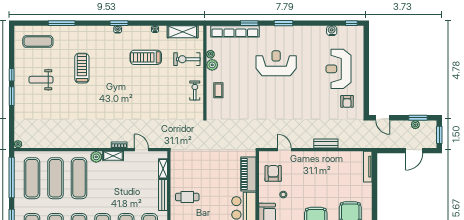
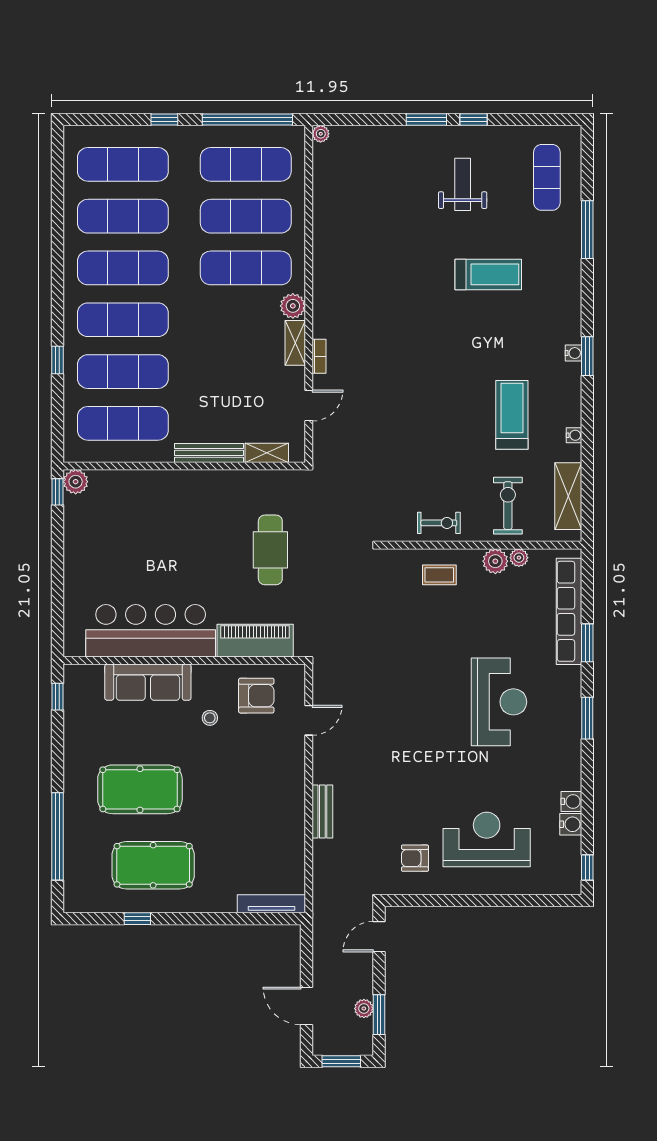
water cooler: (321, 30) -> (571, 801), added
cafe table: (187, 197) -> (270, 550), moved, width x1.37, depth x1.35

